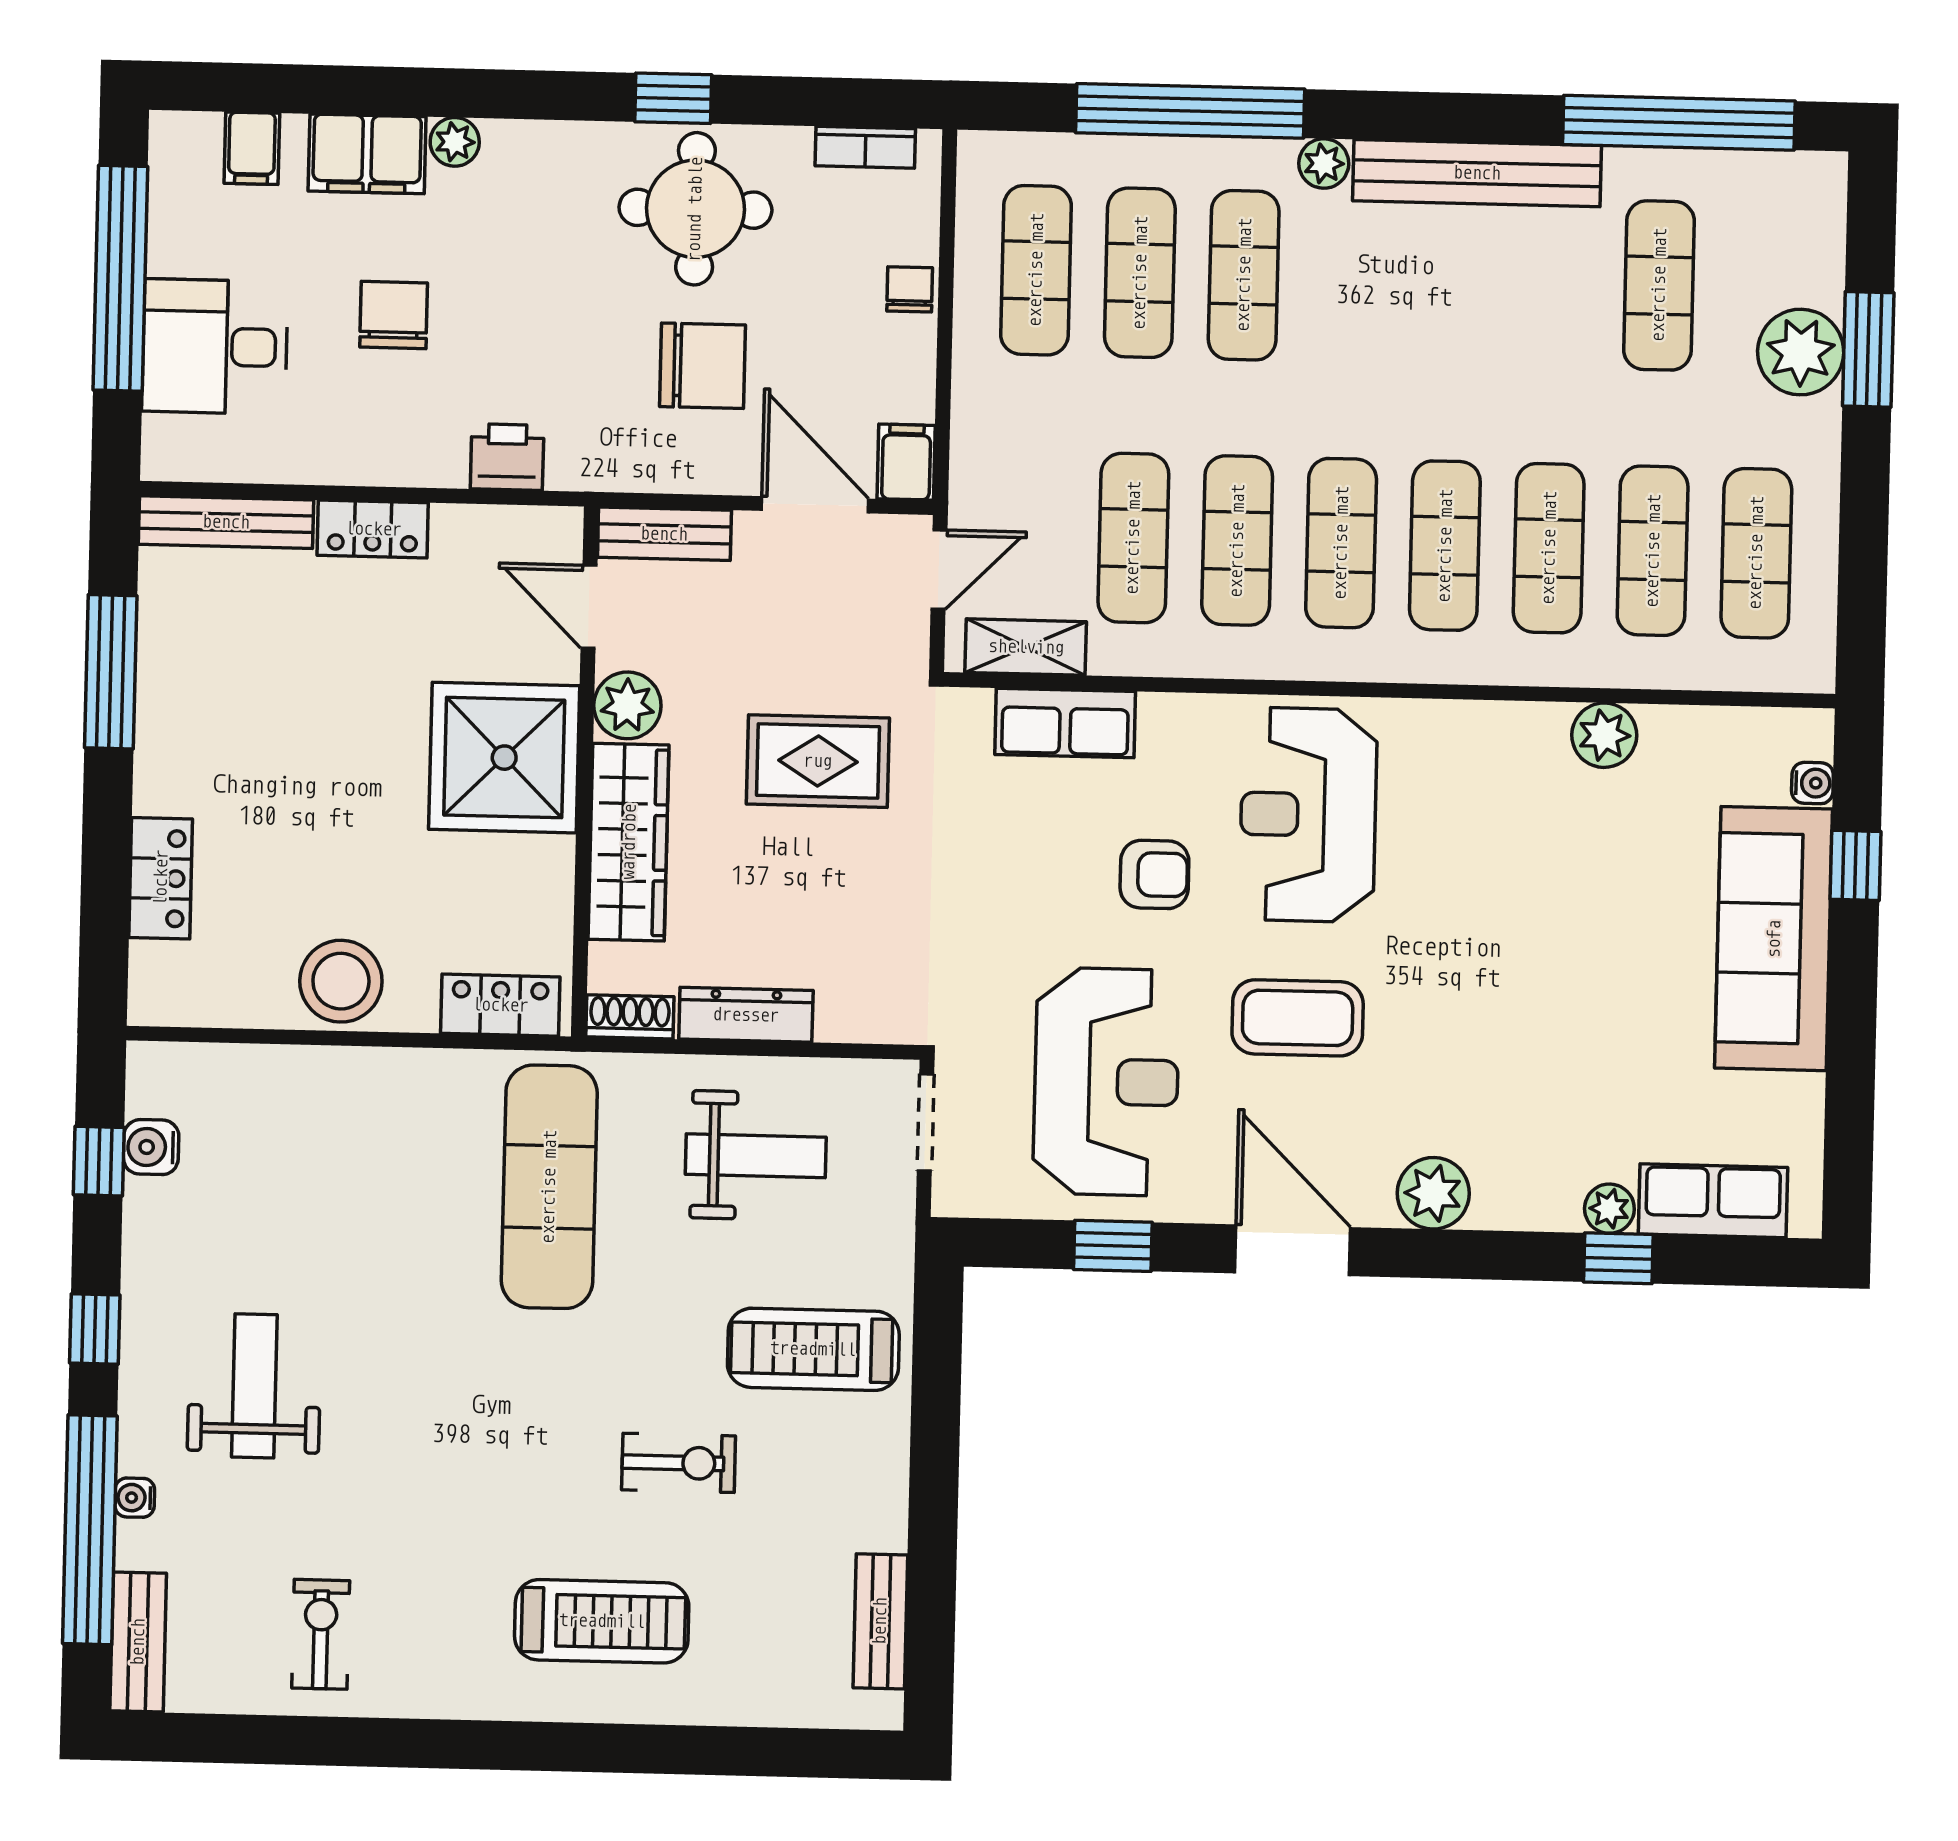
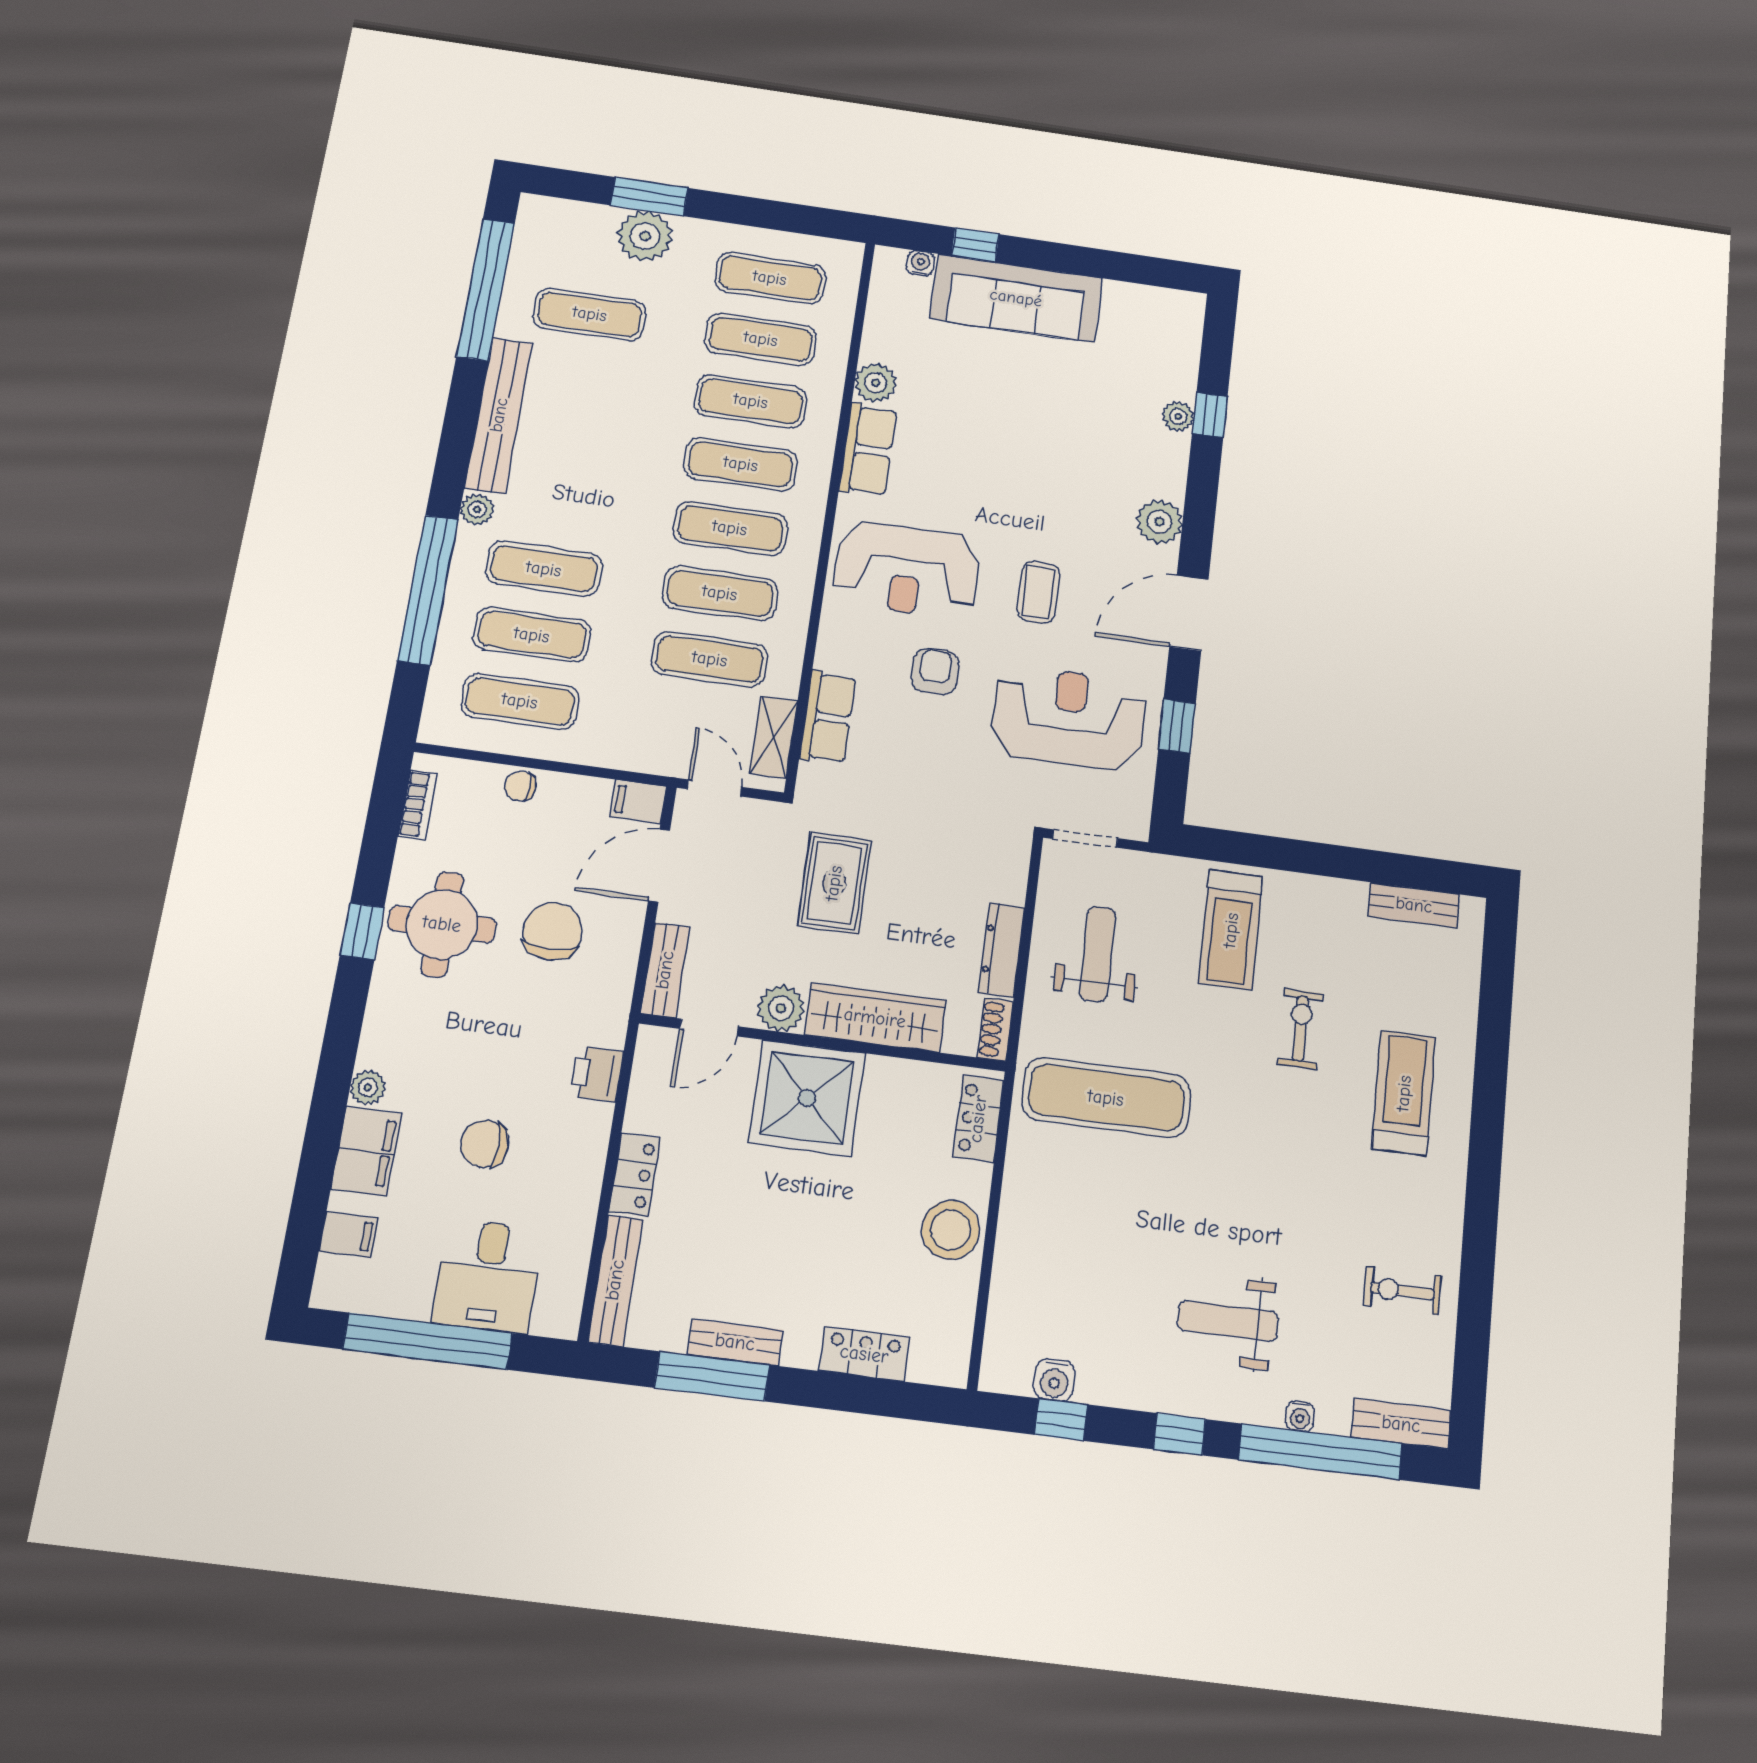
bench: (159, 698) -> (735, 1342), added
coffee table: (1298, 1018) -> (1038, 592), width x0.73, depth x0.77
row of seats: (1713, 1201) -> (868, 450), moved, turned 180

